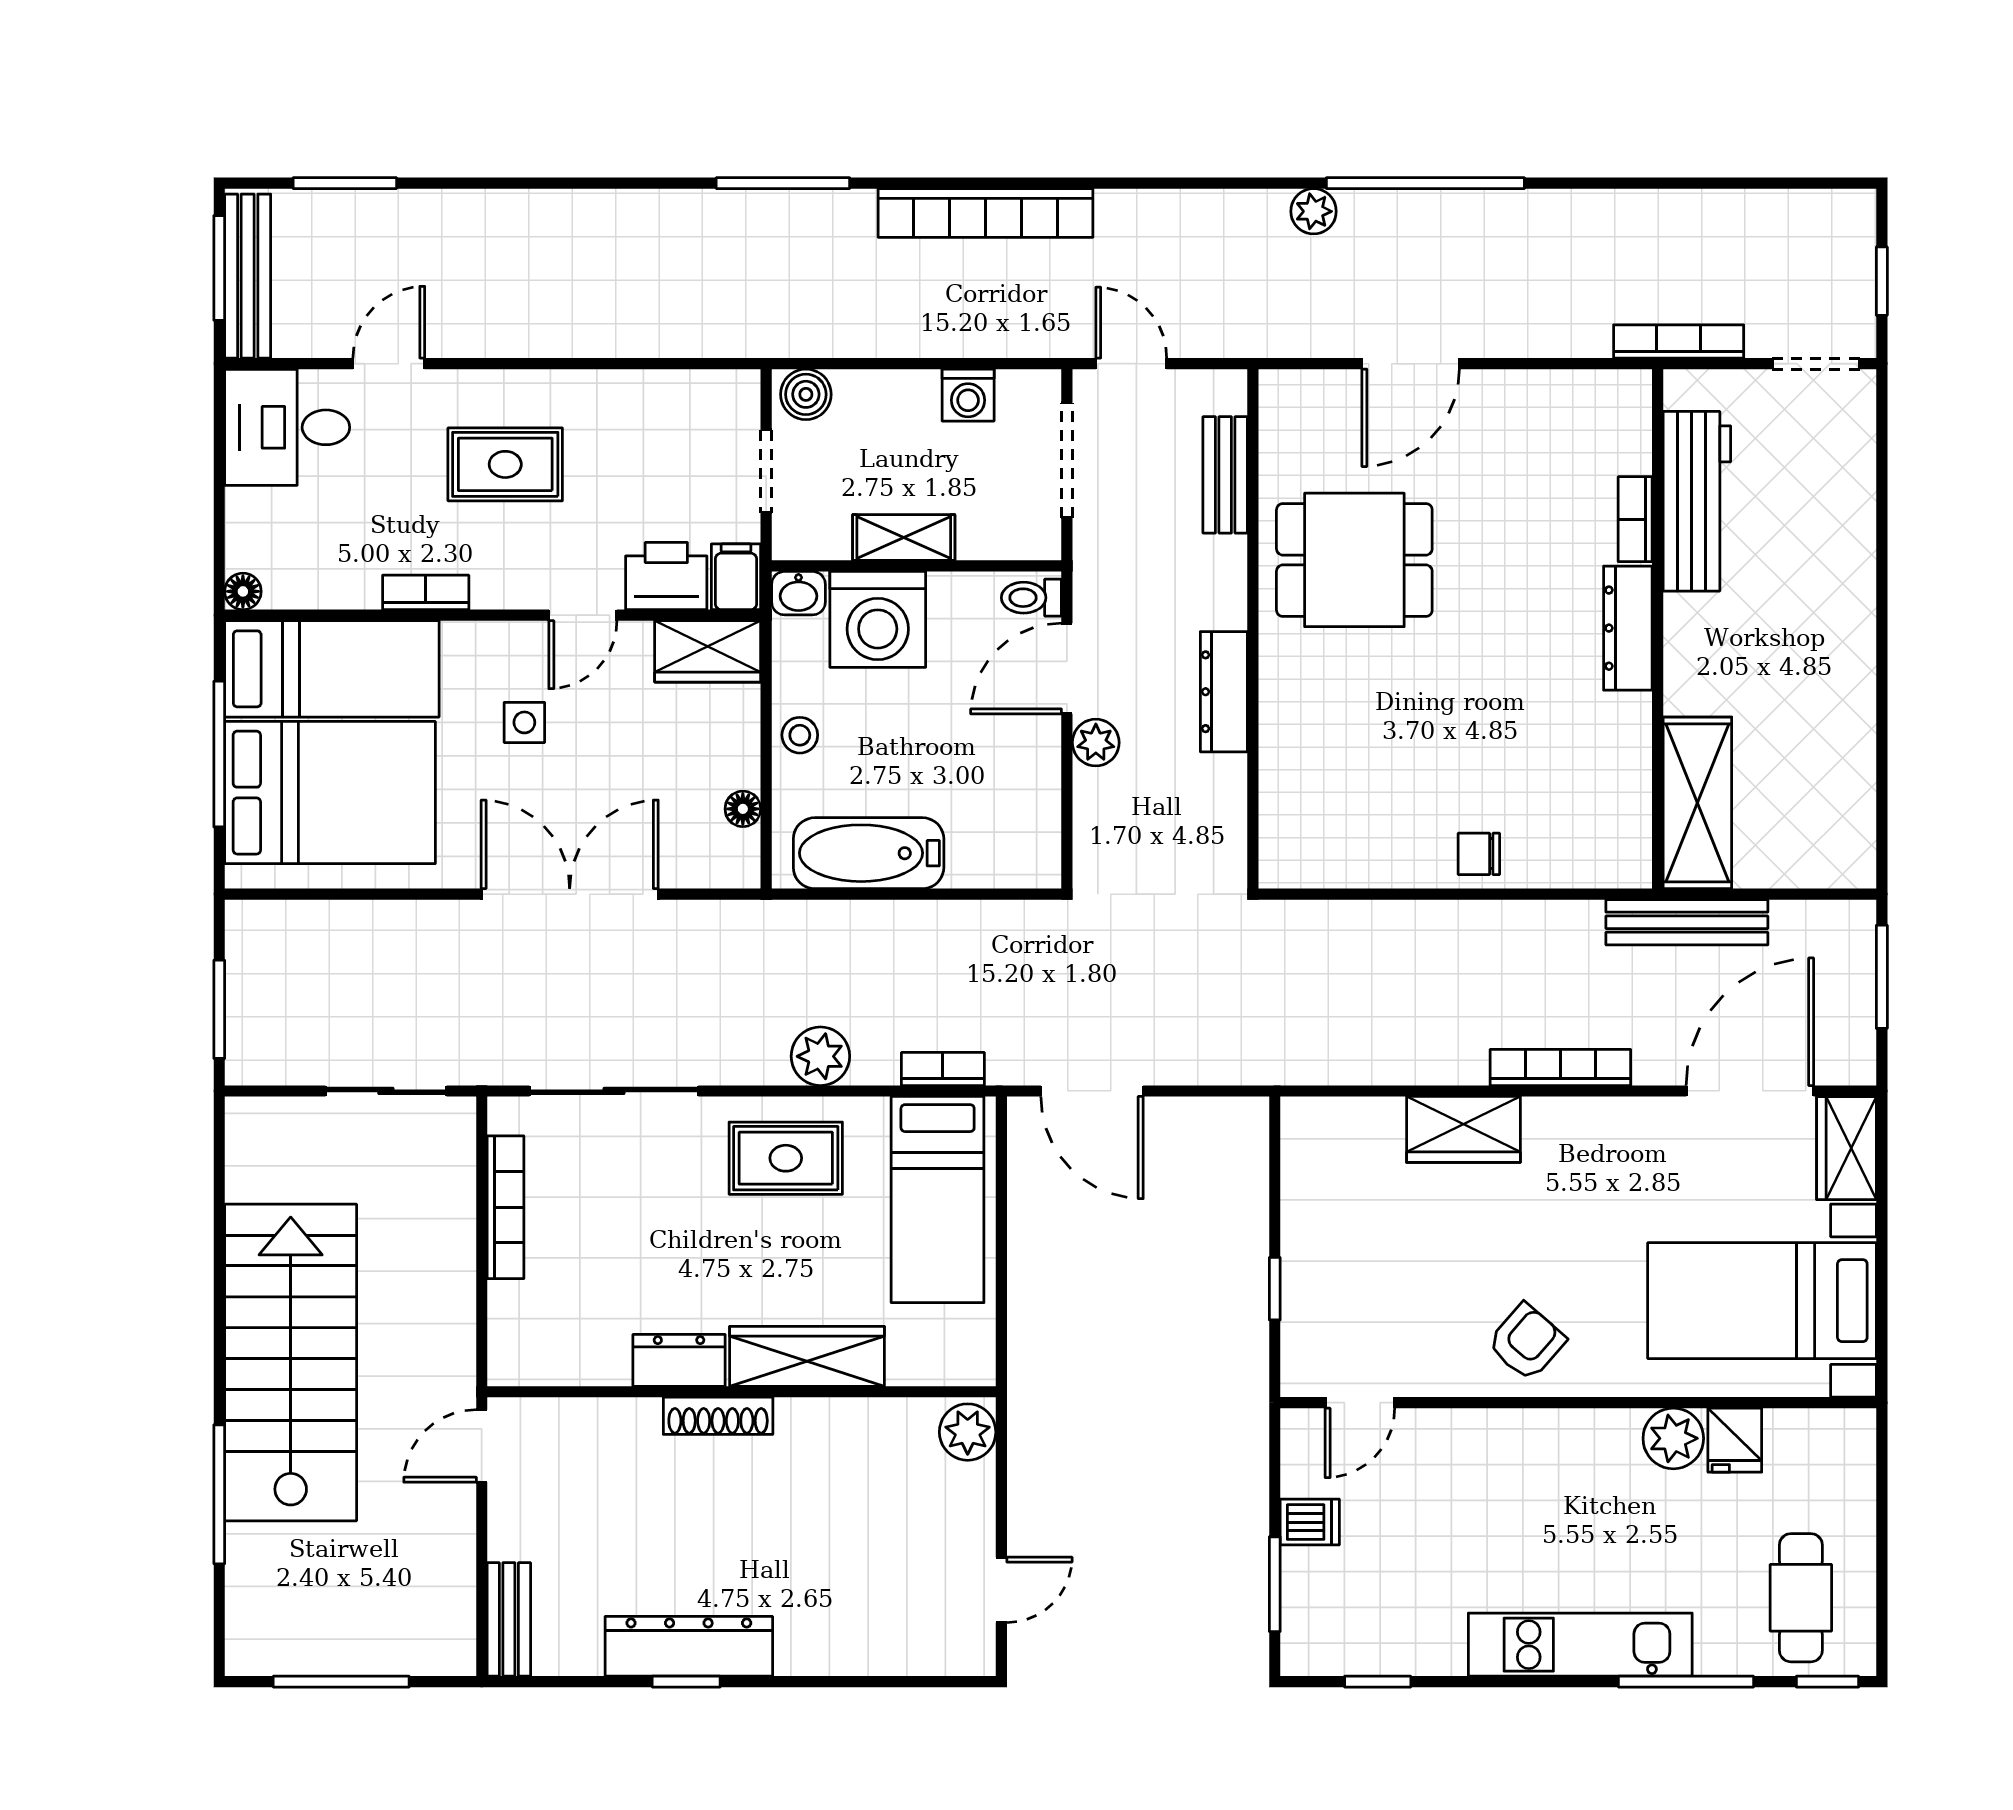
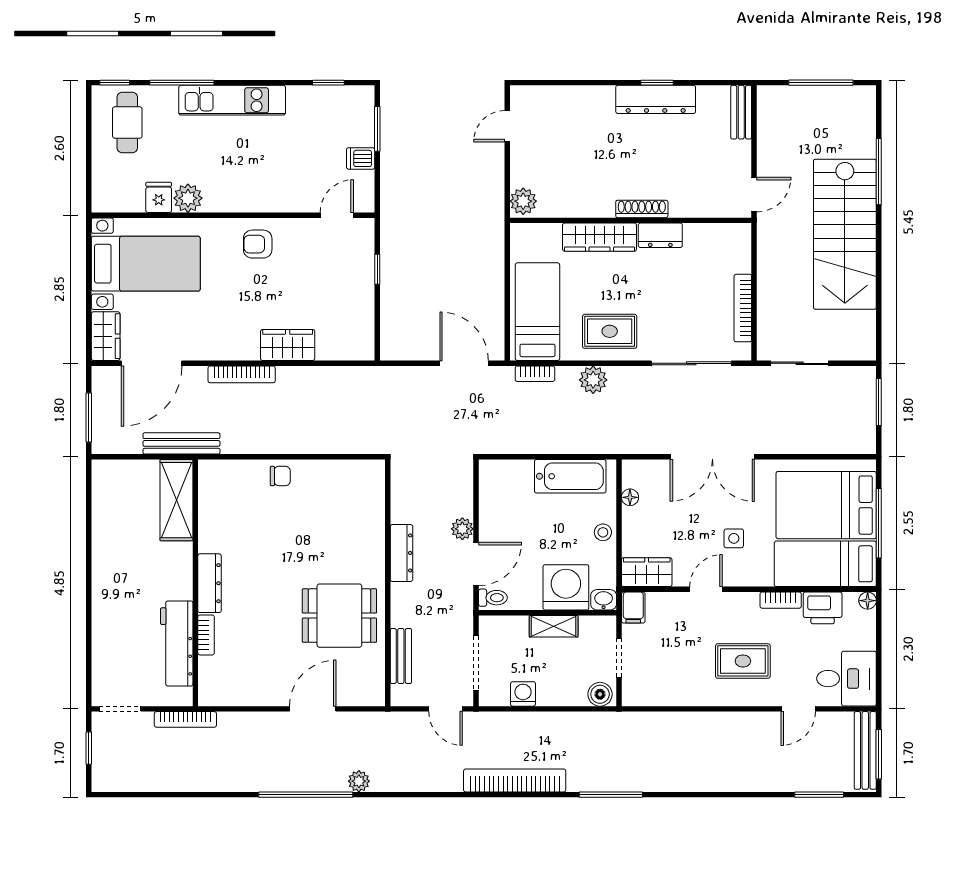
printer: (666, 576) -> (823, 608), moved
armchair: (1527, 1342) -> (258, 244), turned 49

